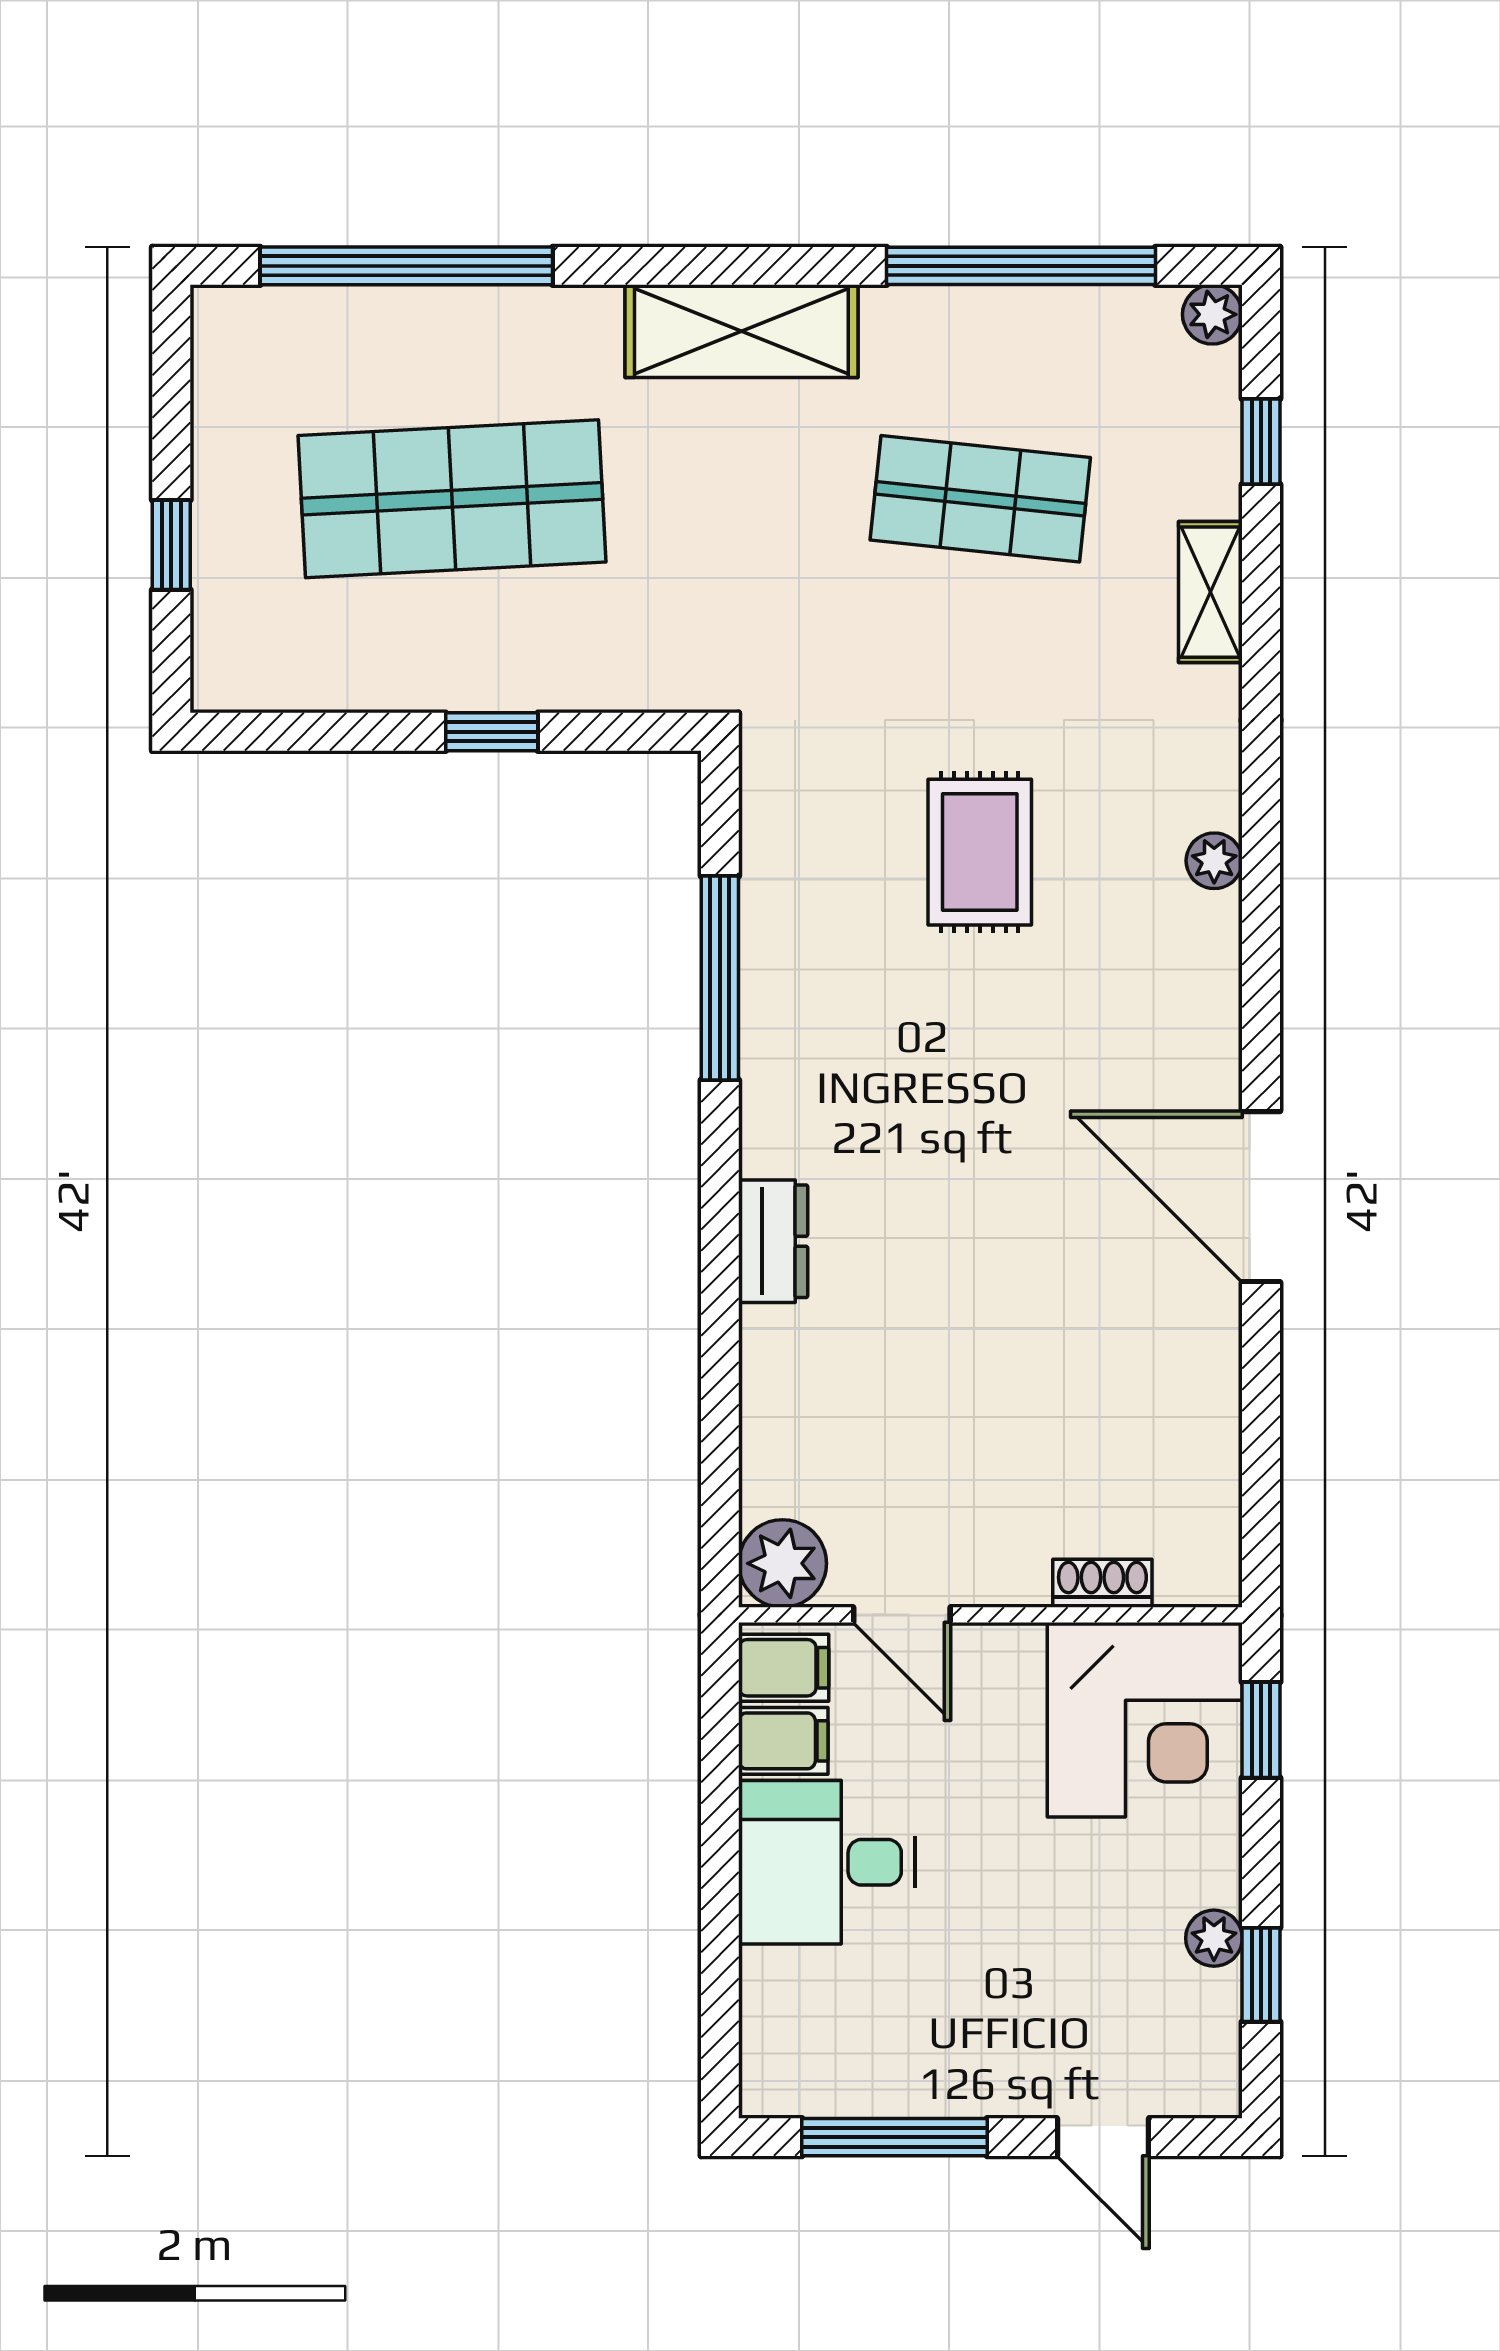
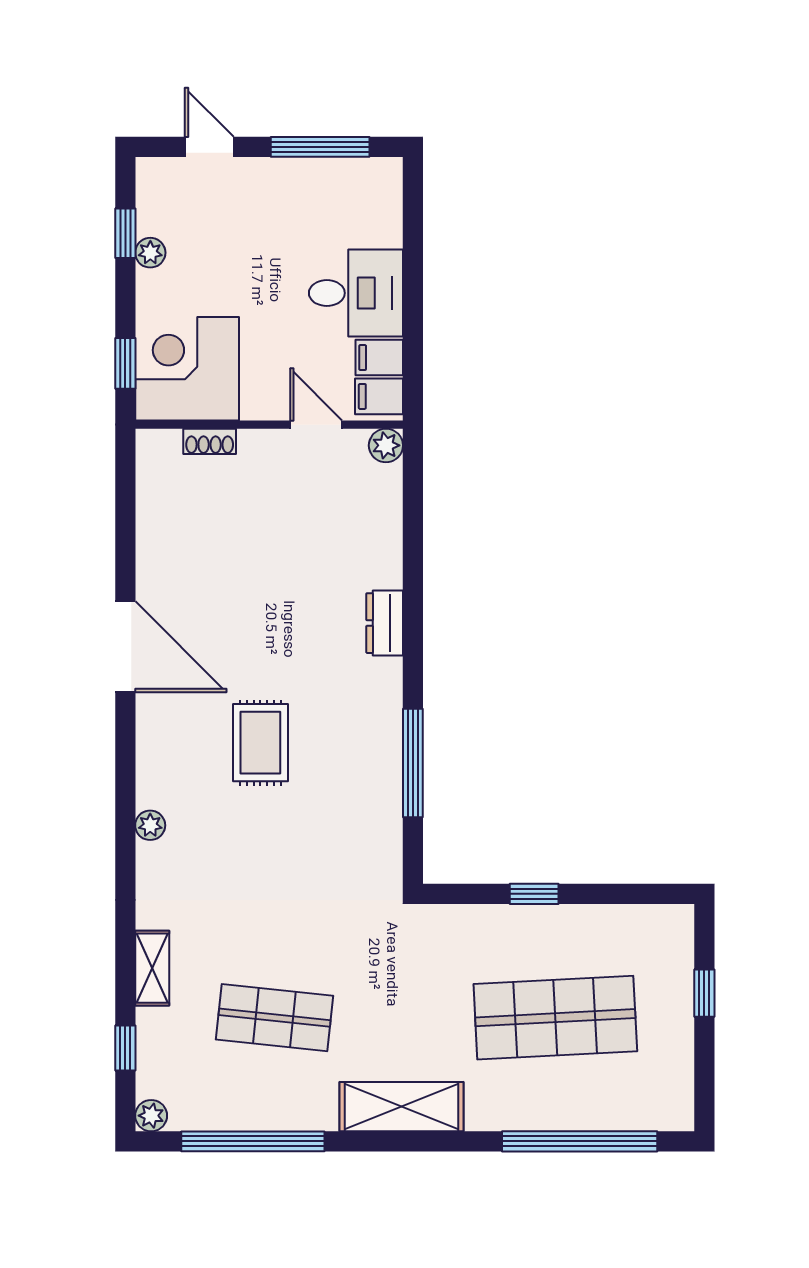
rug: (980, 852) -> (260, 743), moved
plant: (783, 1563) -> (386, 445), width x0.73, depth x0.73

